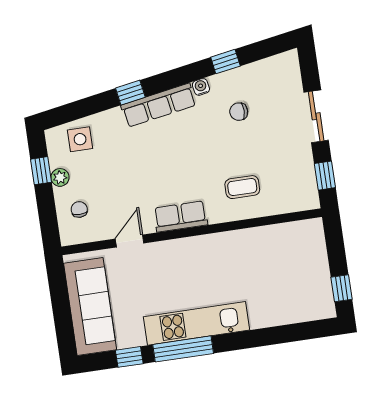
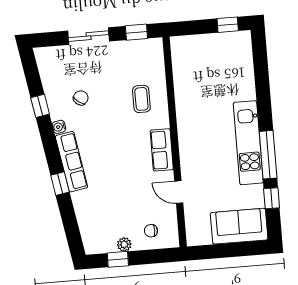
chair: (239, 112) -> (81, 98), turned -144
side table: (80, 139) -> (95, 226), removed
sofa: (90, 306) -> (239, 226), width x0.73

